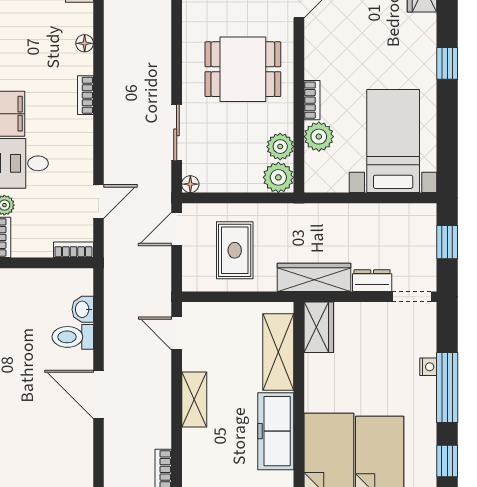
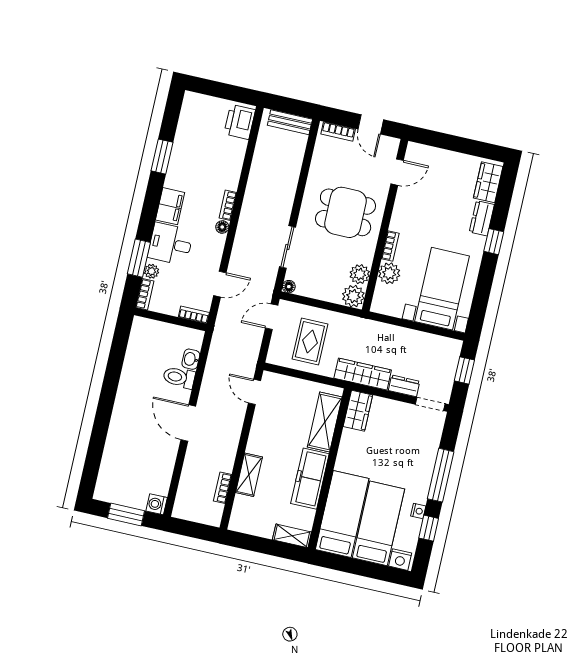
dresser: (424, 36) -> (482, 218), added
floor lamp: (85, 43) -> (222, 227), moved
nightstand: (428, 367) -> (418, 511), moved
shelving: (194, 399) -> (249, 475), moved

